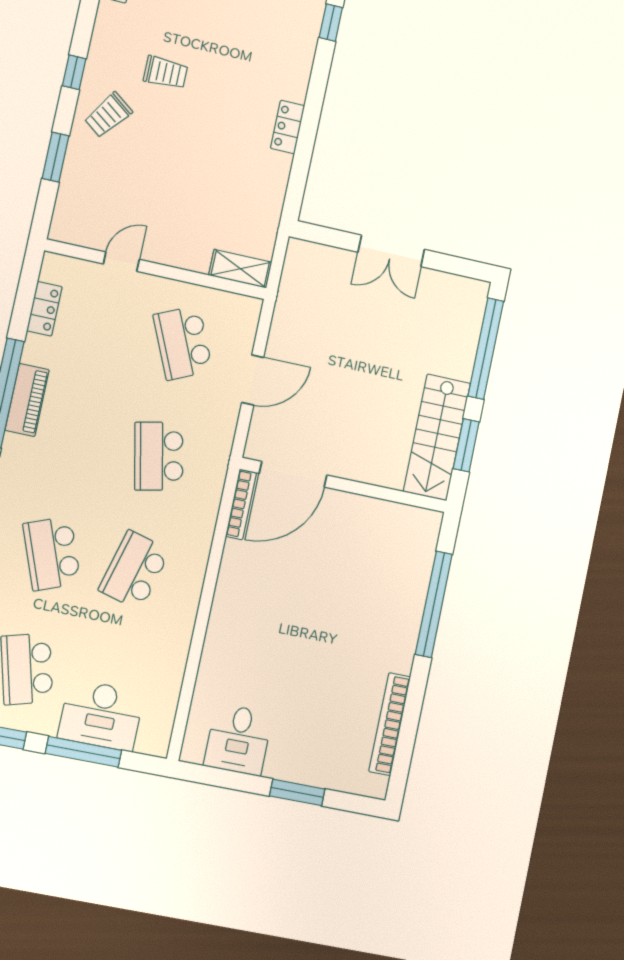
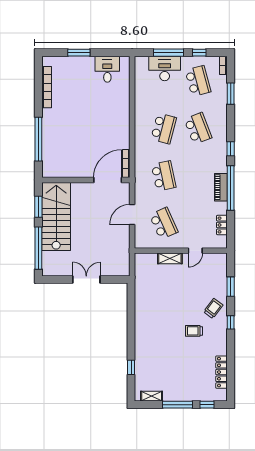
locker: (288, 127) -> (140, 320), removed
shelving: (240, 269) -> (170, 258), moved
stairs: (437, 437) -> (56, 217), width x1.36, depth x1.51

